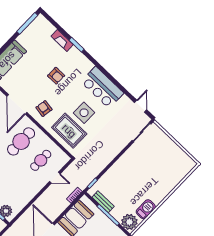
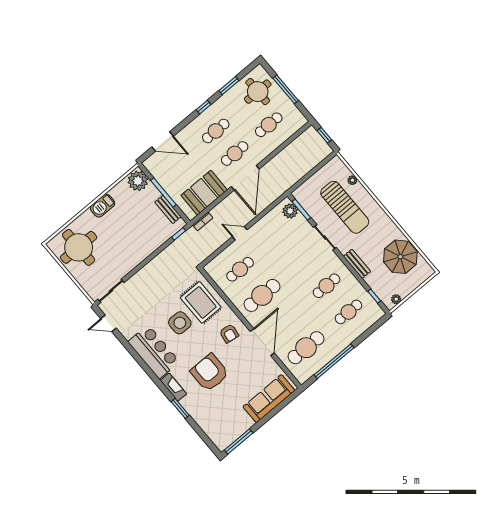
fireplace: (62, 40) -> (173, 387), moved
armchair: (56, 76) -> (210, 373), width x1.88, depth x1.88
door: (141, 106) -> (109, 323), hinge flipped
round table: (171, 164) -> (79, 247), added
door: (55, 178) -> (240, 233), moved
barbecue: (146, 209) -> (102, 206), moved

